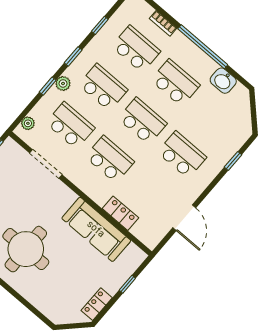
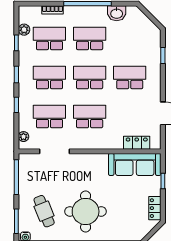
plant: (63, 83) -> (24, 30), moved
locker: (120, 213) -> (137, 143), moved
sofa: (96, 229) -> (135, 164), moved

